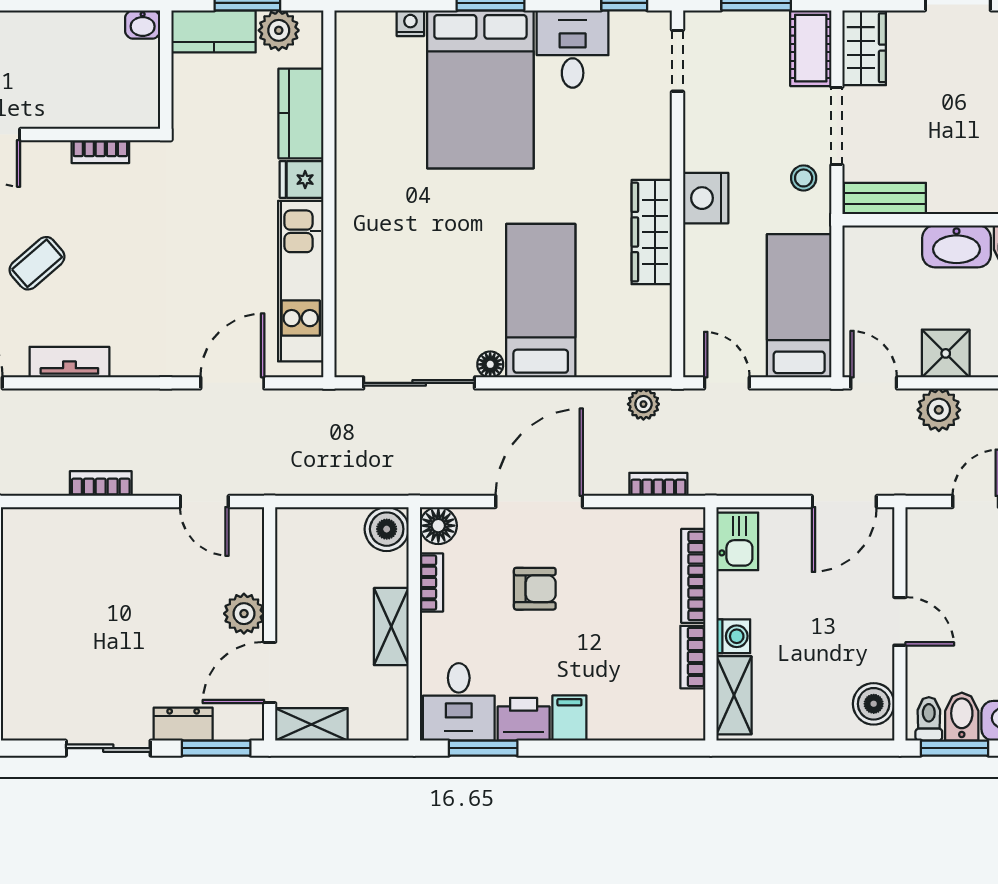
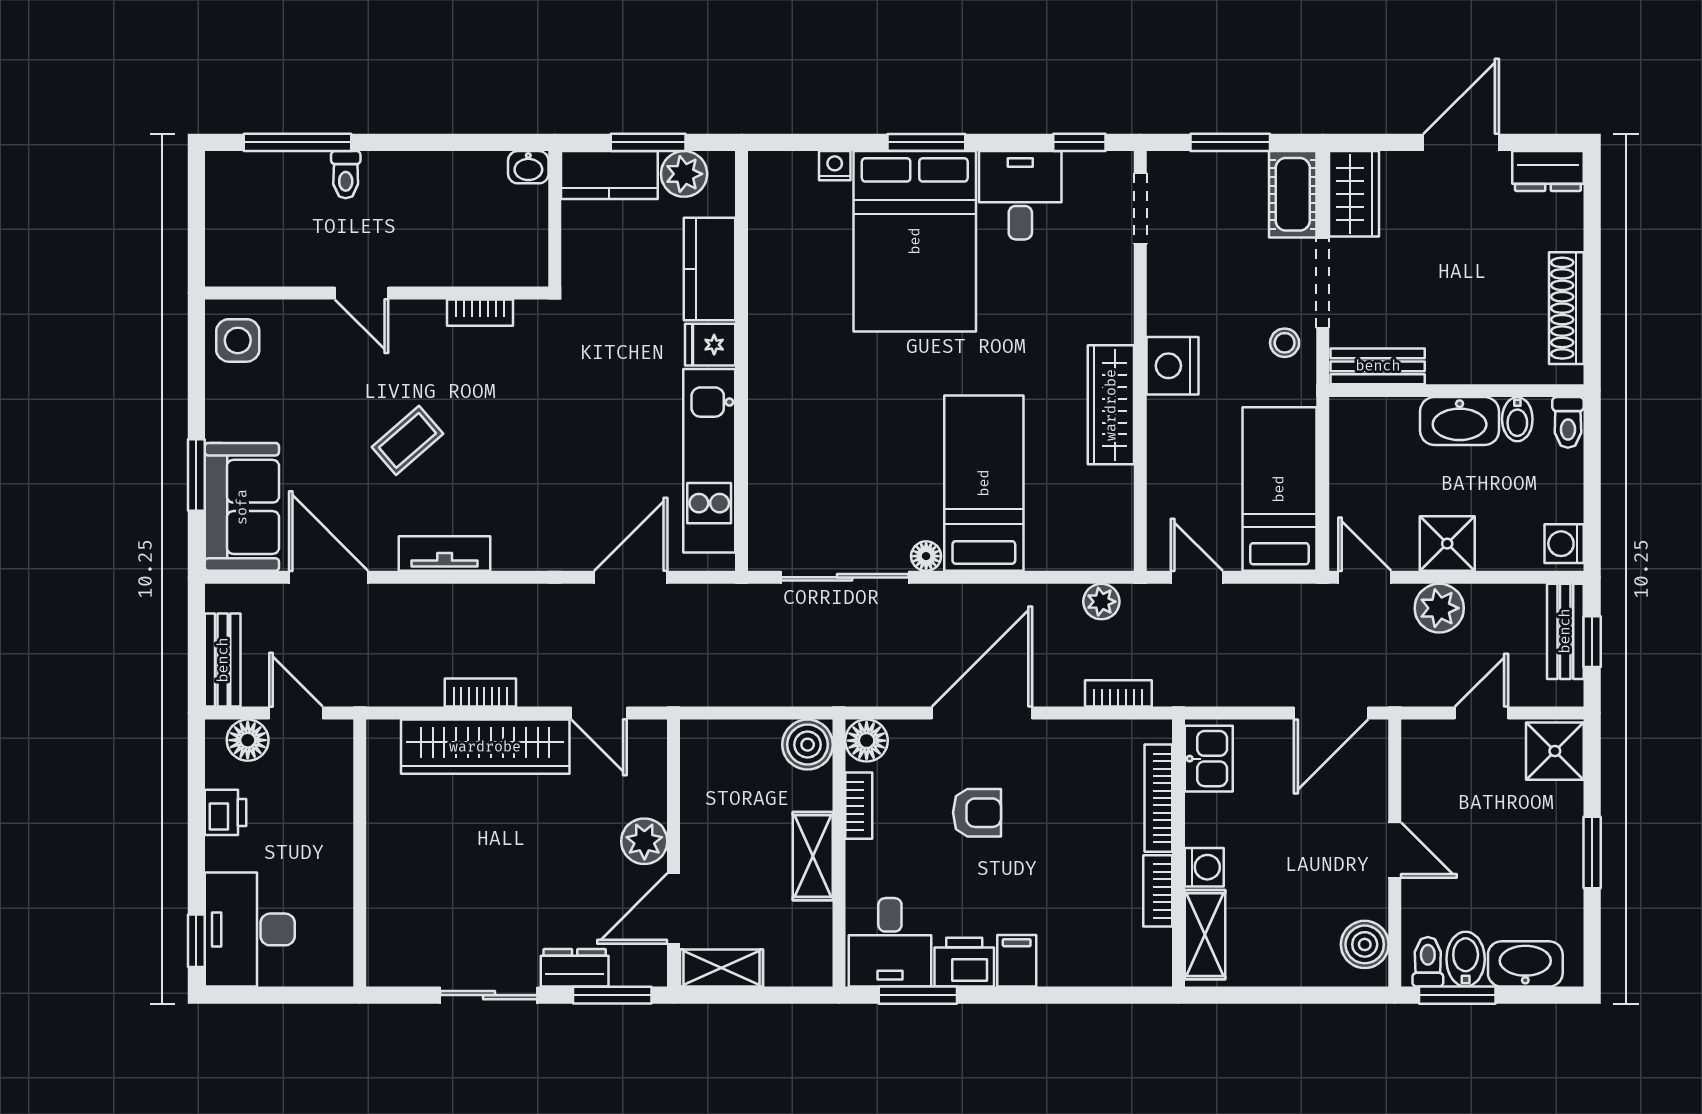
wardrobe: (105, 531) -> (485, 747), added

